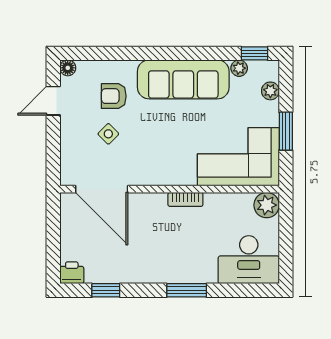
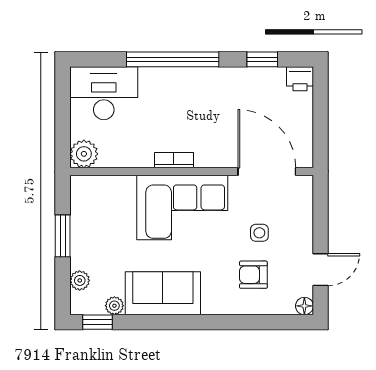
sofa: (183, 79) -> (163, 293), width x0.73
armchair: (114, 96) -> (253, 275), turned 180
side table: (108, 134) -> (259, 233), turned 45
corner sofa: (238, 157) -> (182, 207), moved
window: (187, 290) -> (173, 59), width x2.11

